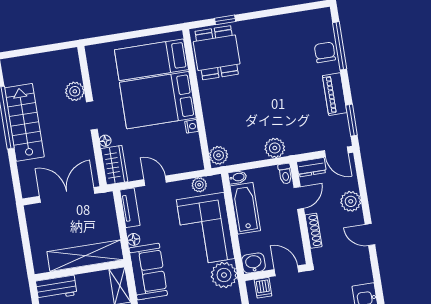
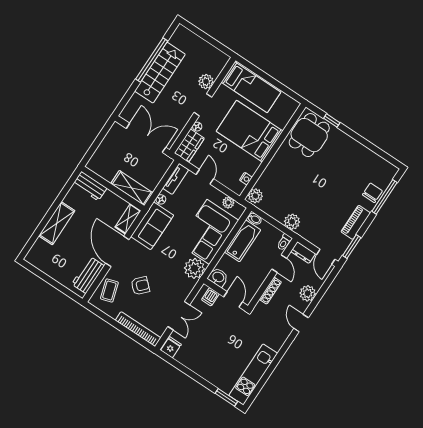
bed: (151, 60) -> (251, 87), moved, turned 180
nightstand: (192, 126) -> (246, 179), moved
door: (299, 198) -> (279, 264), hinge flipped
shelving: (85, 256) -> (132, 188), width x0.68

